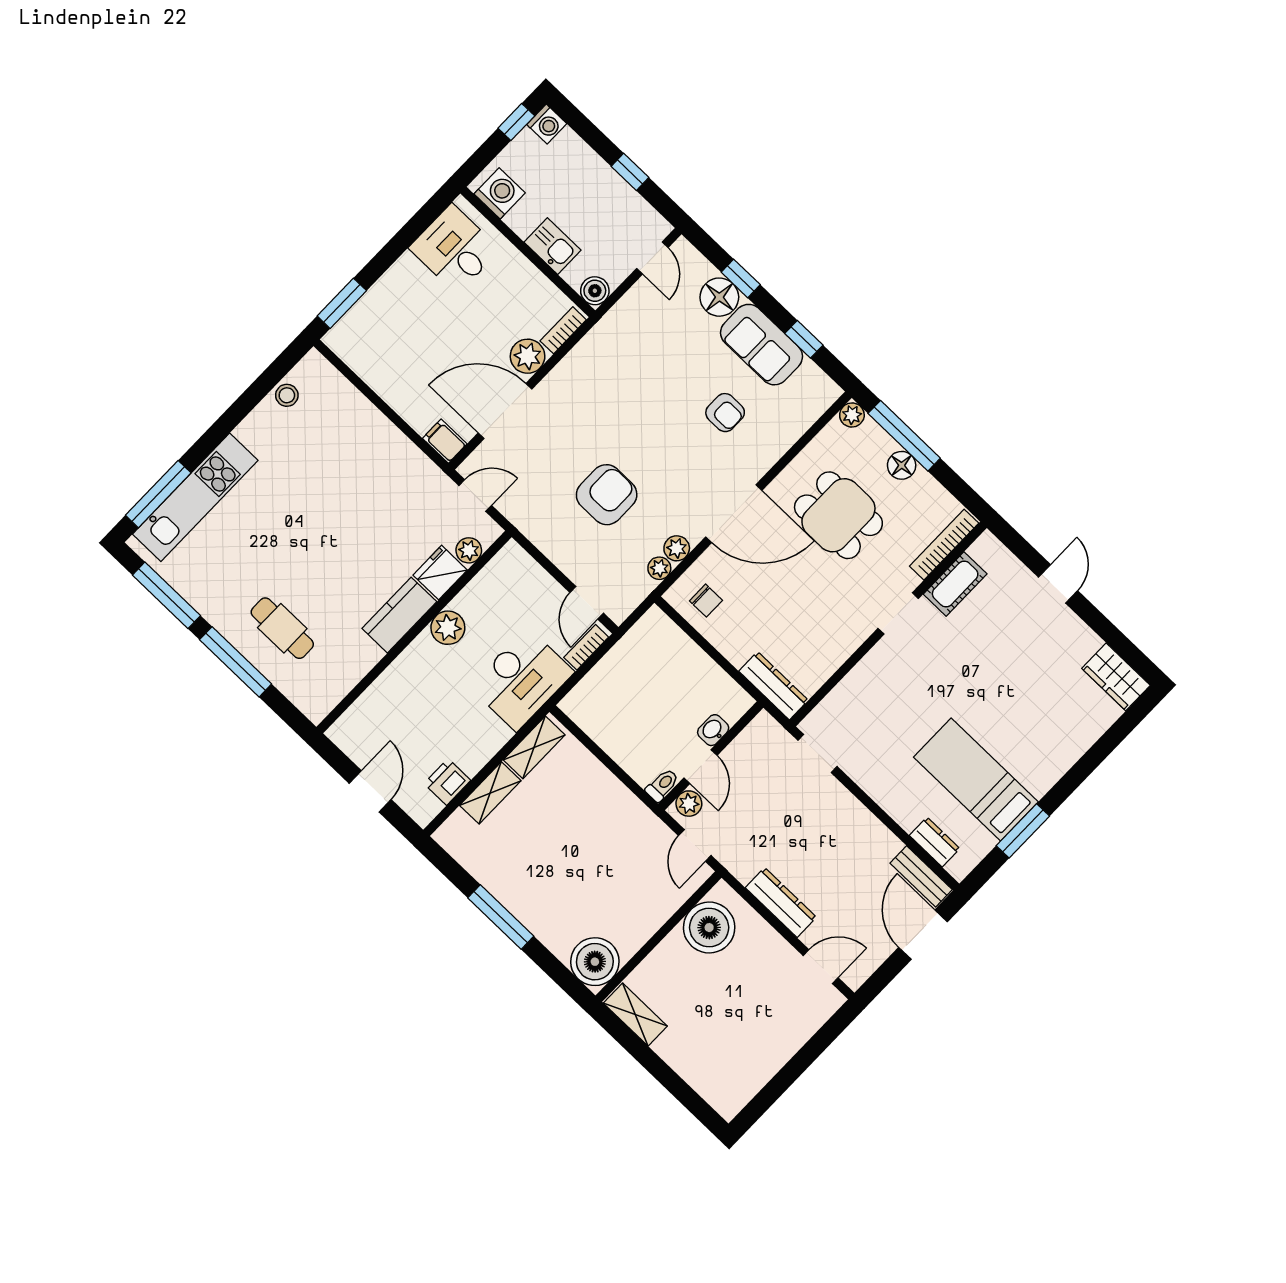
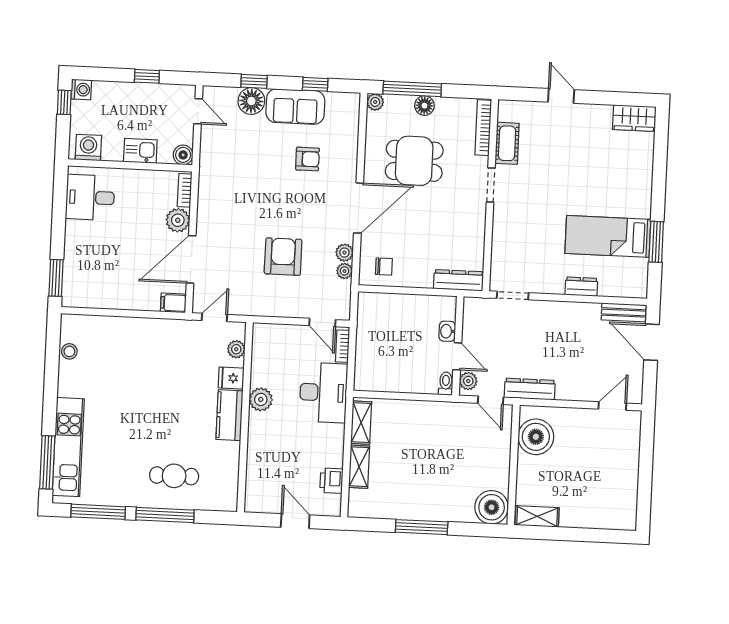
fridge: (440, 573) -> (231, 378), width x0.72
dresser: (935, 842) -> (581, 287), moved
dresser: (781, 902) -> (530, 389), moved

